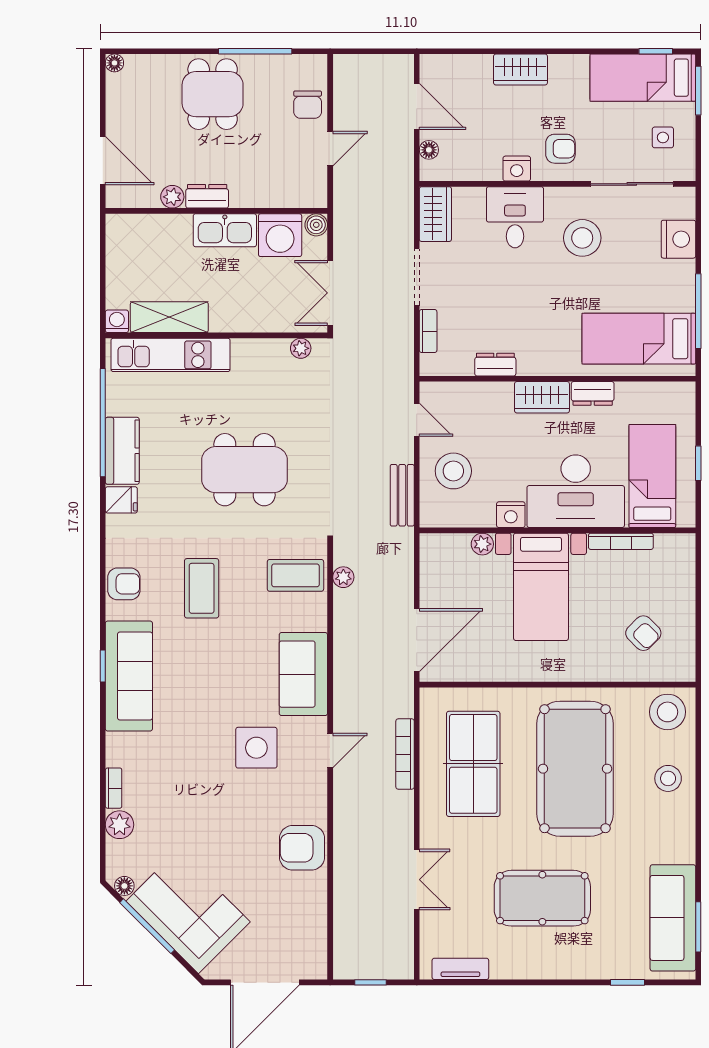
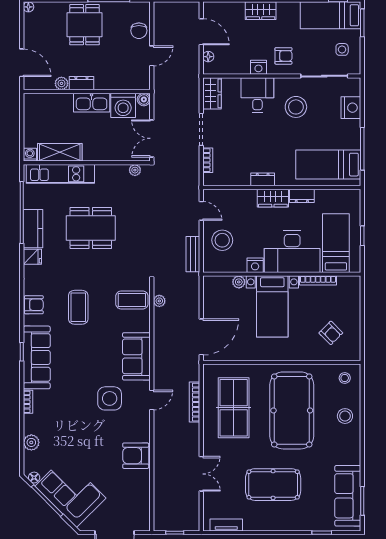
dresser: (495, 365) -> (263, 179), moved
dining table: (244, 470) -> (91, 228), moved
stool: (668, 712) -> (345, 378), width x0.53, depth x0.53
bookcase: (114, 788) -> (28, 402), moved

